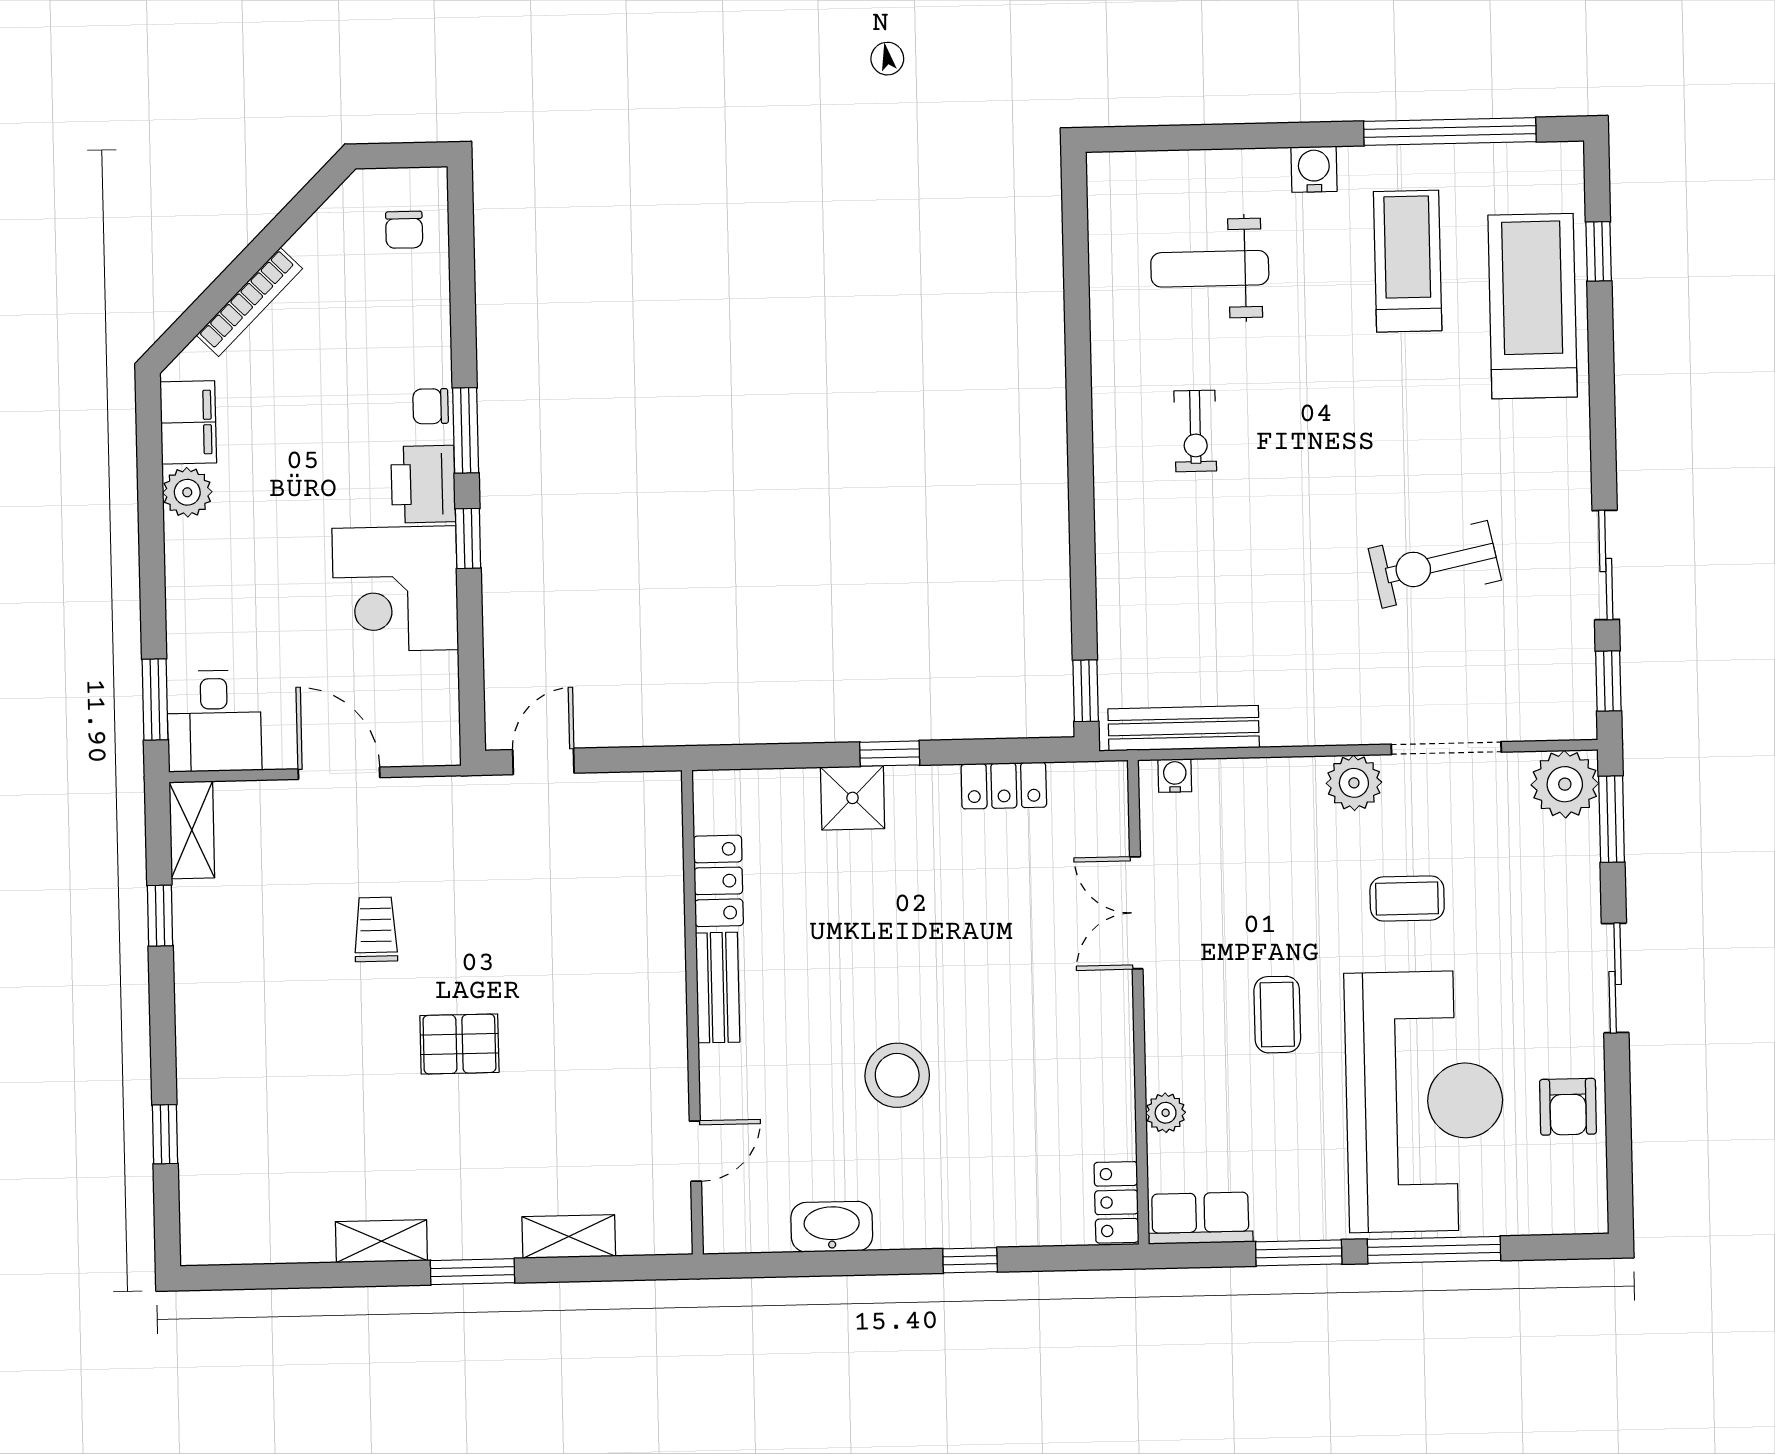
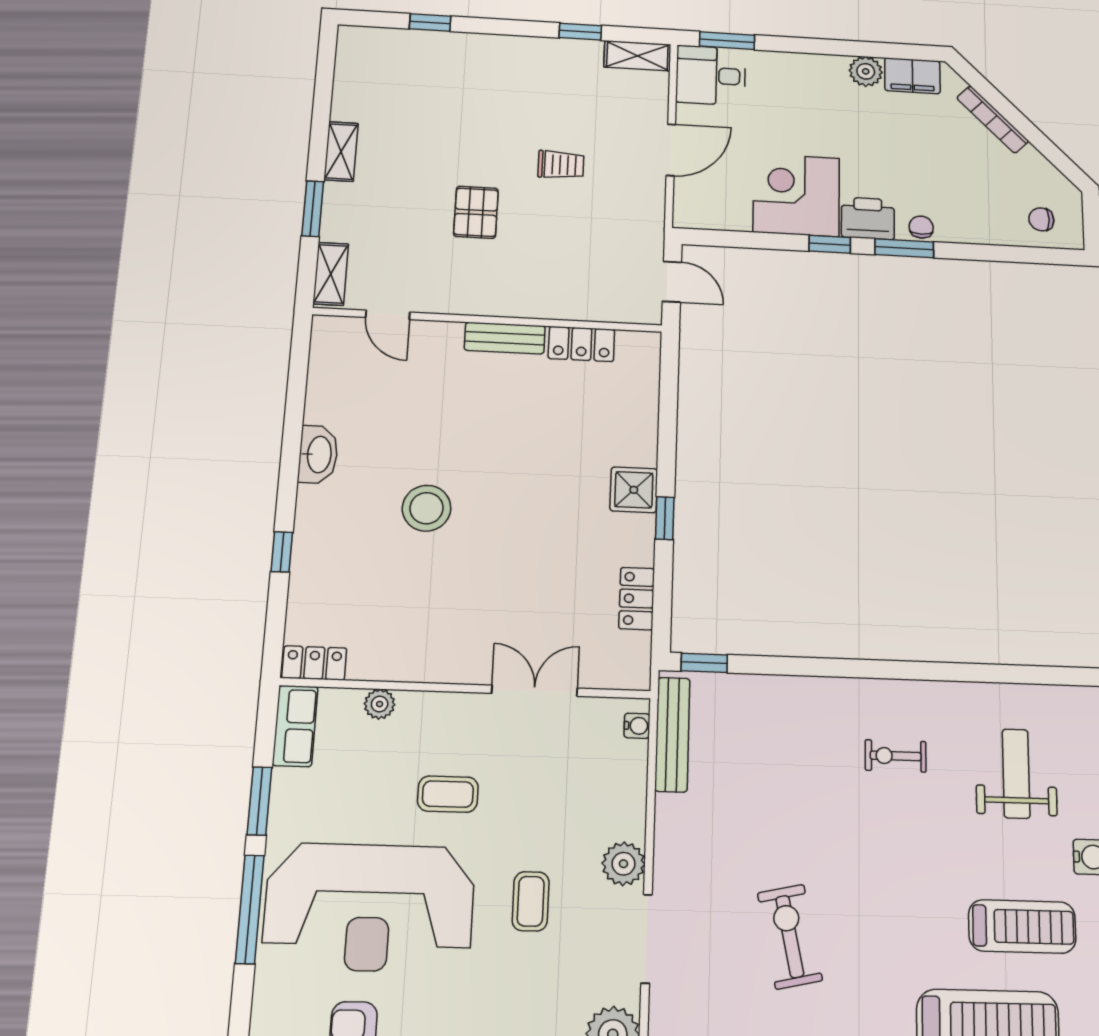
locker: (718, 881) -> (581, 344), moved
bench: (718, 988) -> (505, 338), moved
wall: (692, 1012) -> (488, 320), moved
door: (695, 1151) -> (388, 315), moved

